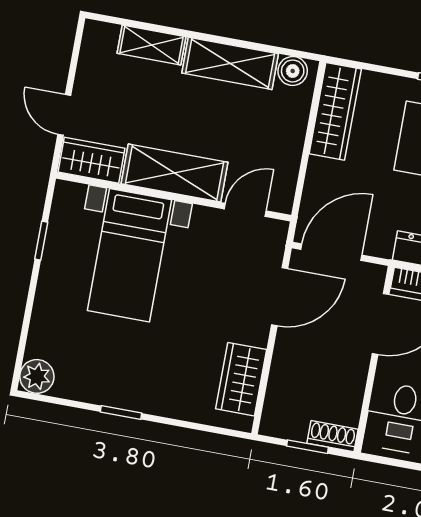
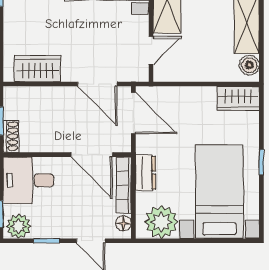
wardrobe: (335, 111) -> (238, 98), width x0.67
door: (245, 210) -> (151, 51), hinge flipped

